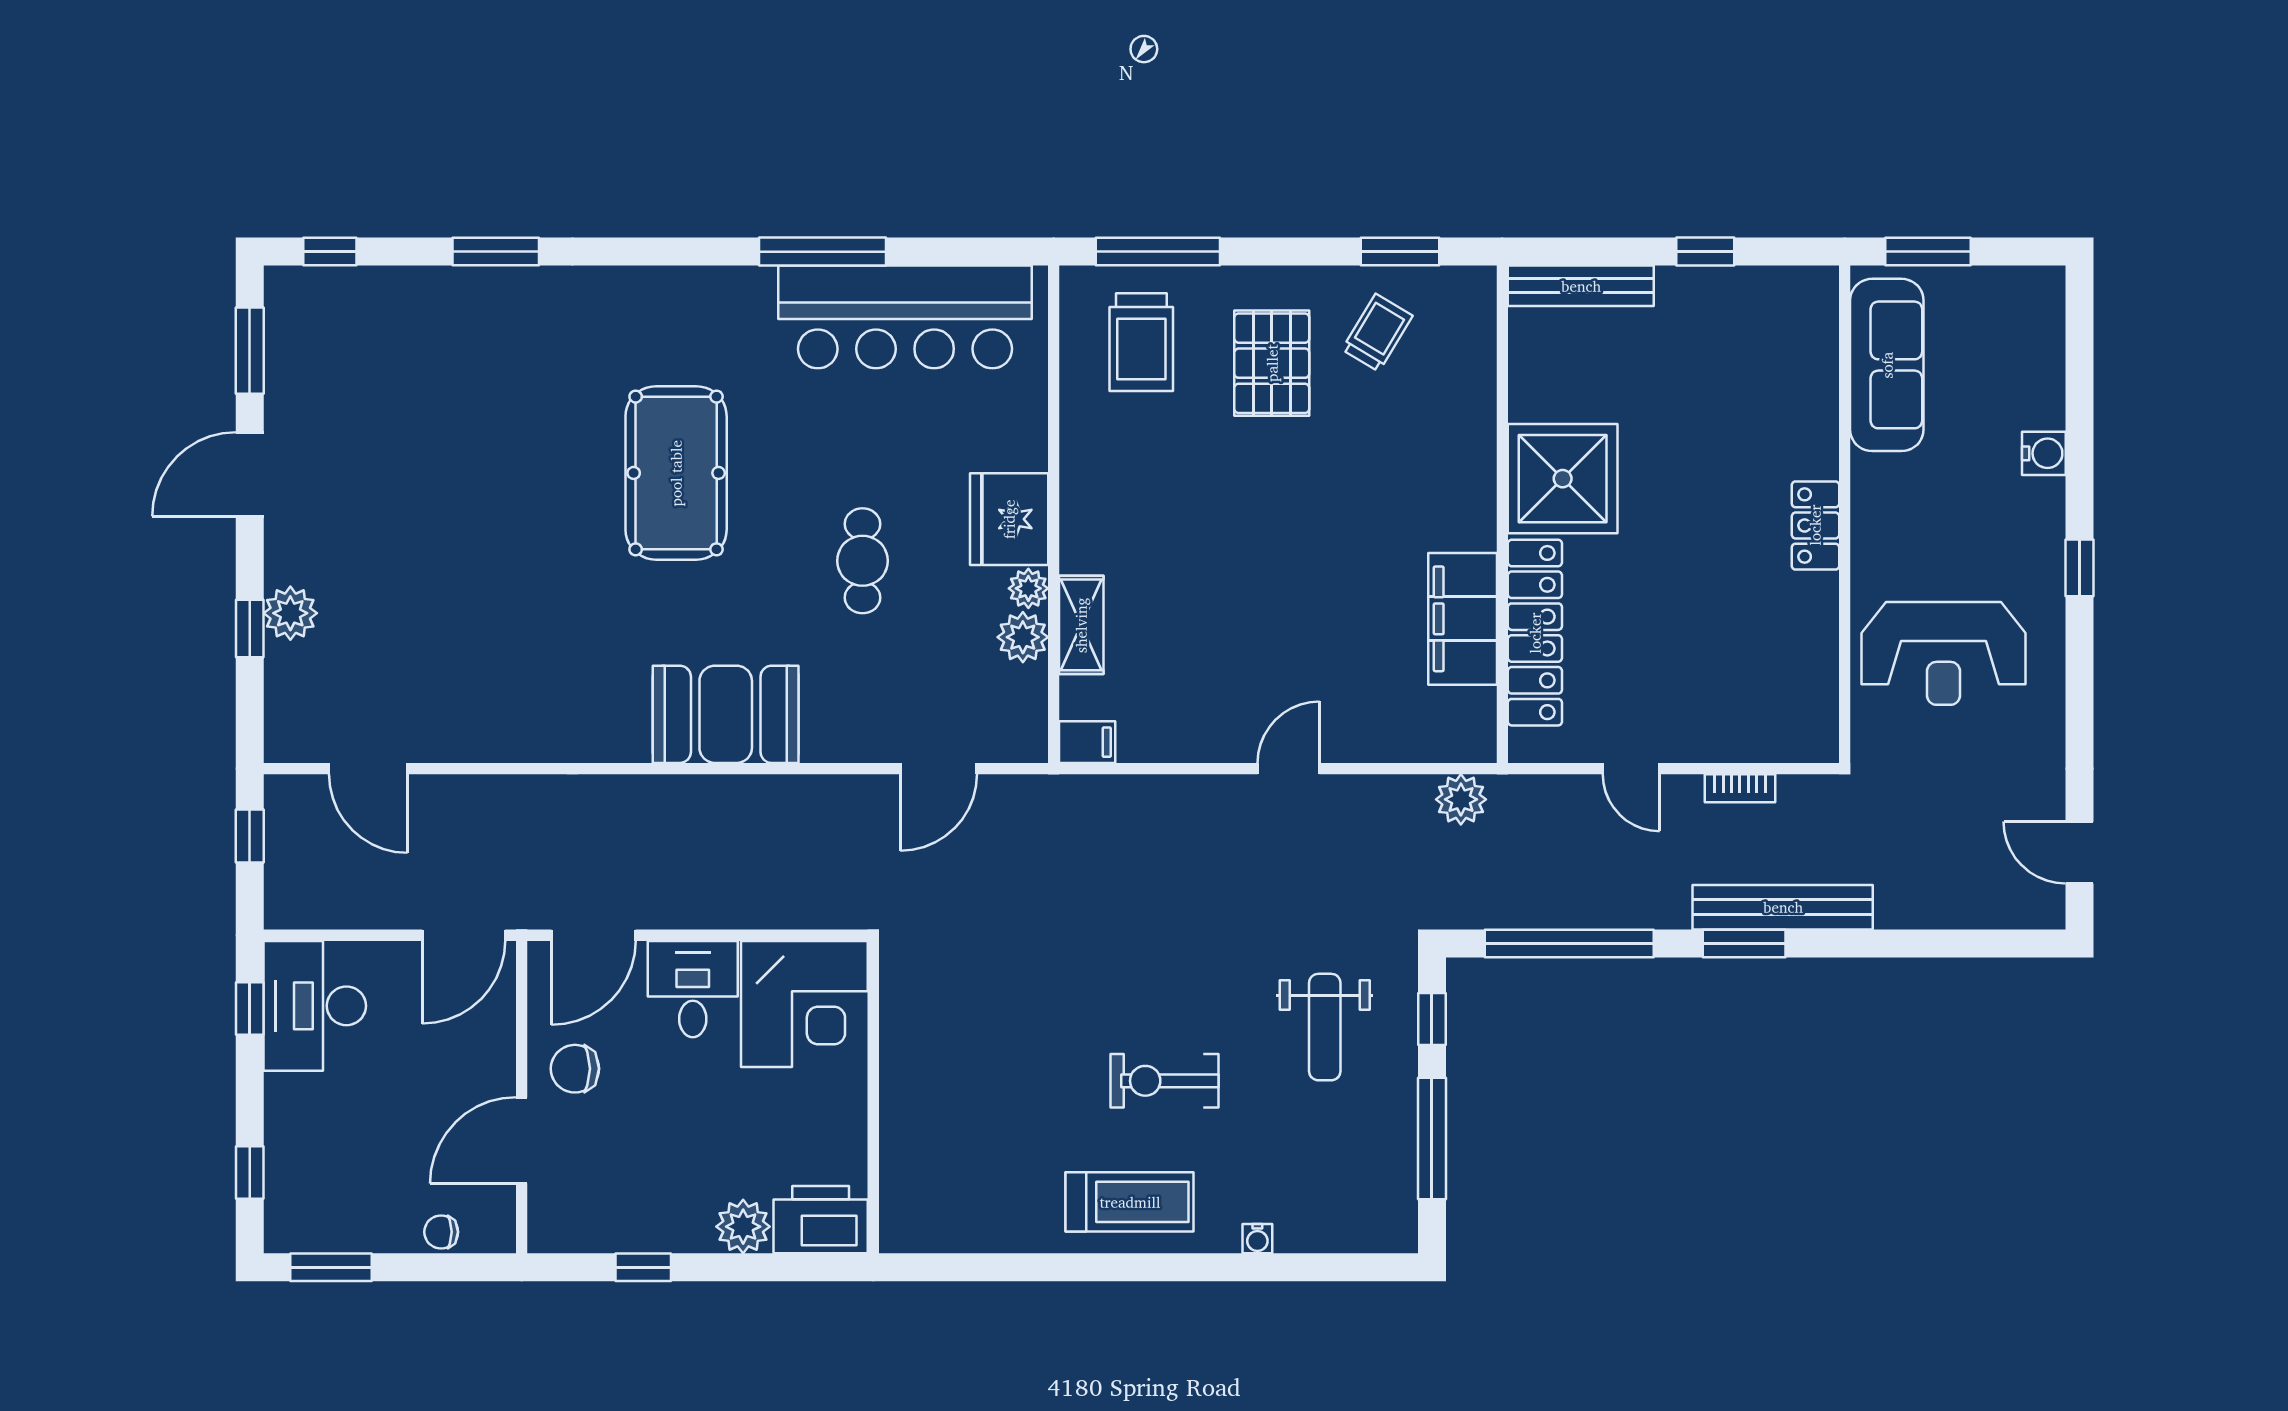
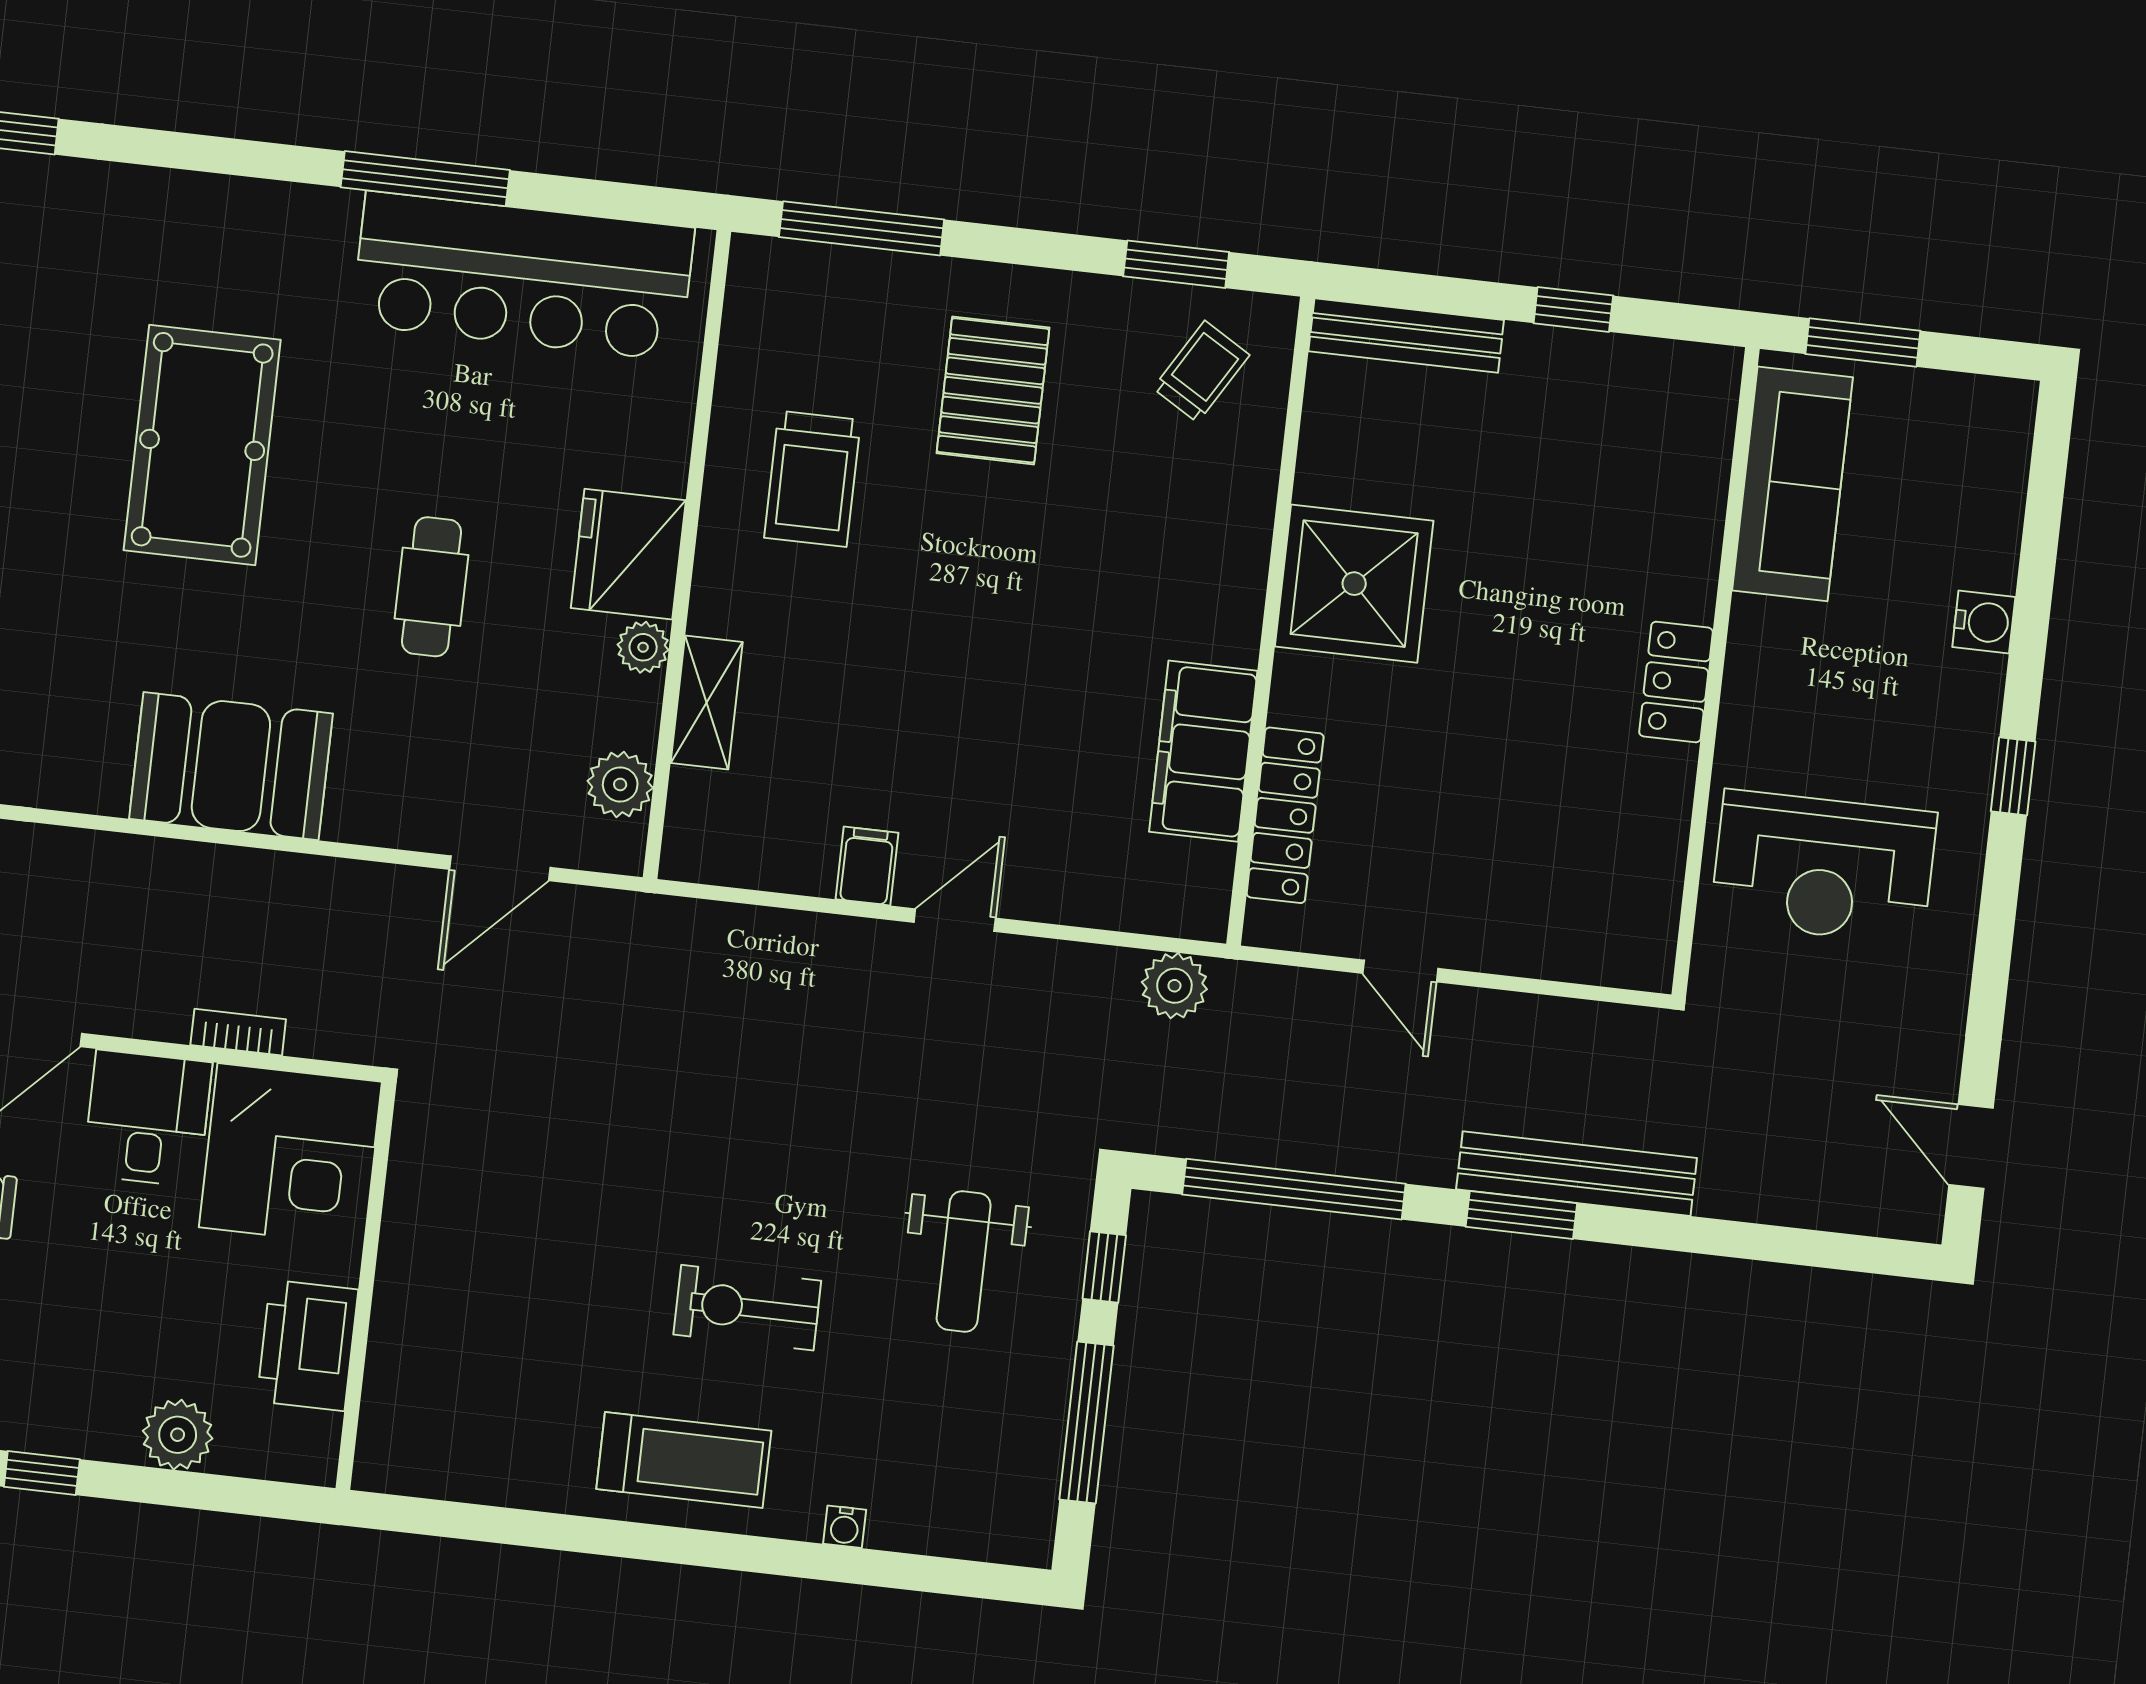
trolley: (1377, 333) -> (1201, 372), moved
trolley: (1141, 342) -> (813, 479), moved
locker: (1535, 633) -> (1285, 815), width x0.71, depth x0.83
plant: (1023, 637) -> (620, 784), moved
filing cabinet: (1087, 742) -> (867, 866), moved, turned -90
bookcase: (1740, 788) -> (238, 1032), moved, turned 180
printer: (821, 1220) -> (307, 1345), moved, turned -90

